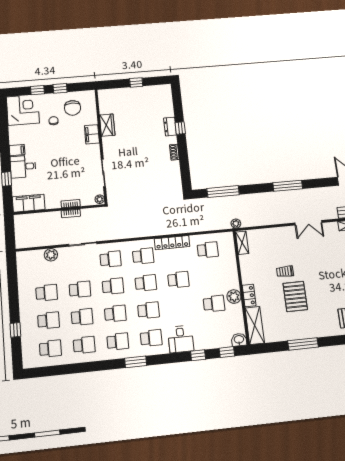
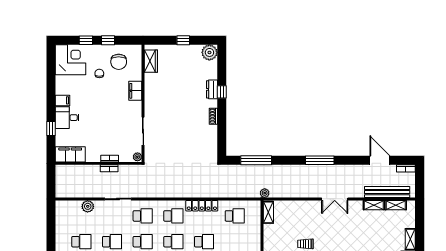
plant: (164, 92) -> (209, 52), added
wardrobe: (107, 125) -> (151, 61), moved

